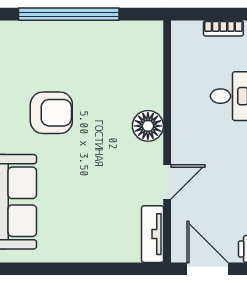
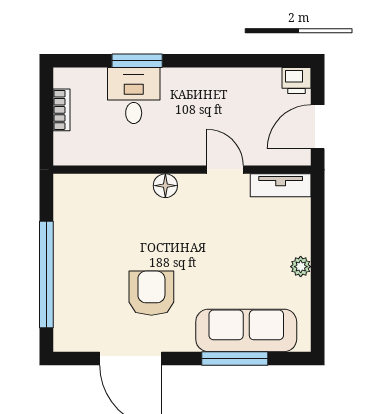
floor lamp: (148, 126) -> (165, 186), width x0.73, depth x0.73
plant: (76, 253) -> (301, 267), added

